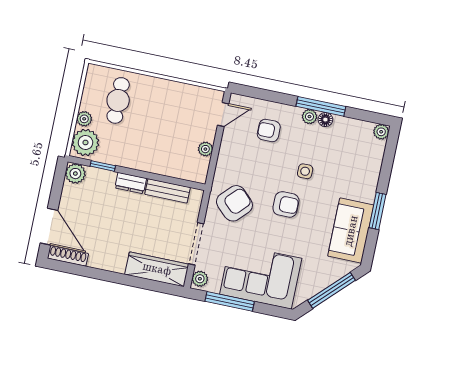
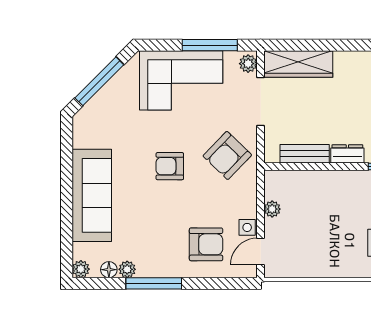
plant: (309, 117) -> (127, 269), moved
floor lamp: (325, 120) -> (109, 270), moved
armchair: (269, 130) -> (206, 244), width x1.38, depth x1.38
side table: (305, 171) -> (247, 227), moved
window: (377, 211) -> (67, 180), removed
sofa: (351, 231) -> (92, 195), moved, width x1.36

